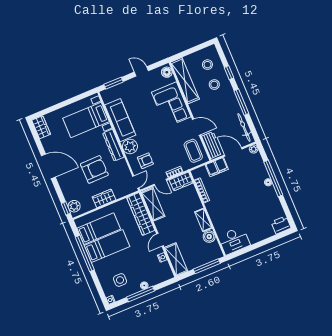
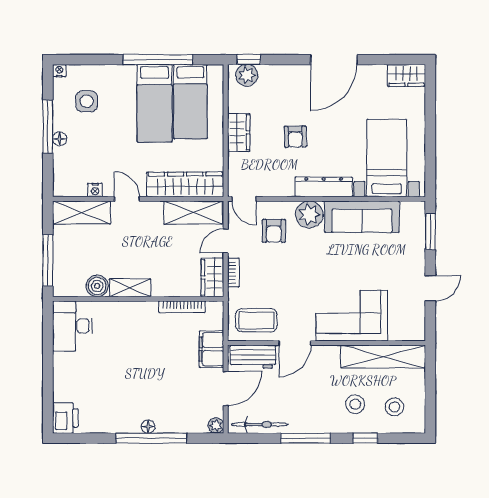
floor lamp: (167, 72) -> (411, 331), removed
armchair: (94, 169) -> (295, 137), width x0.53, depth x0.53

